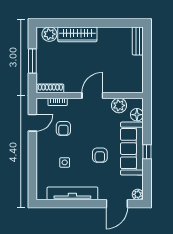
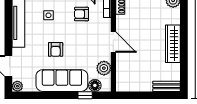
wardrobe: (77, 34) -> (173, 44), moved
window: (147, 152) -> (85, 95), moved
armchair: (100, 155) -> (56, 49), turned -90

